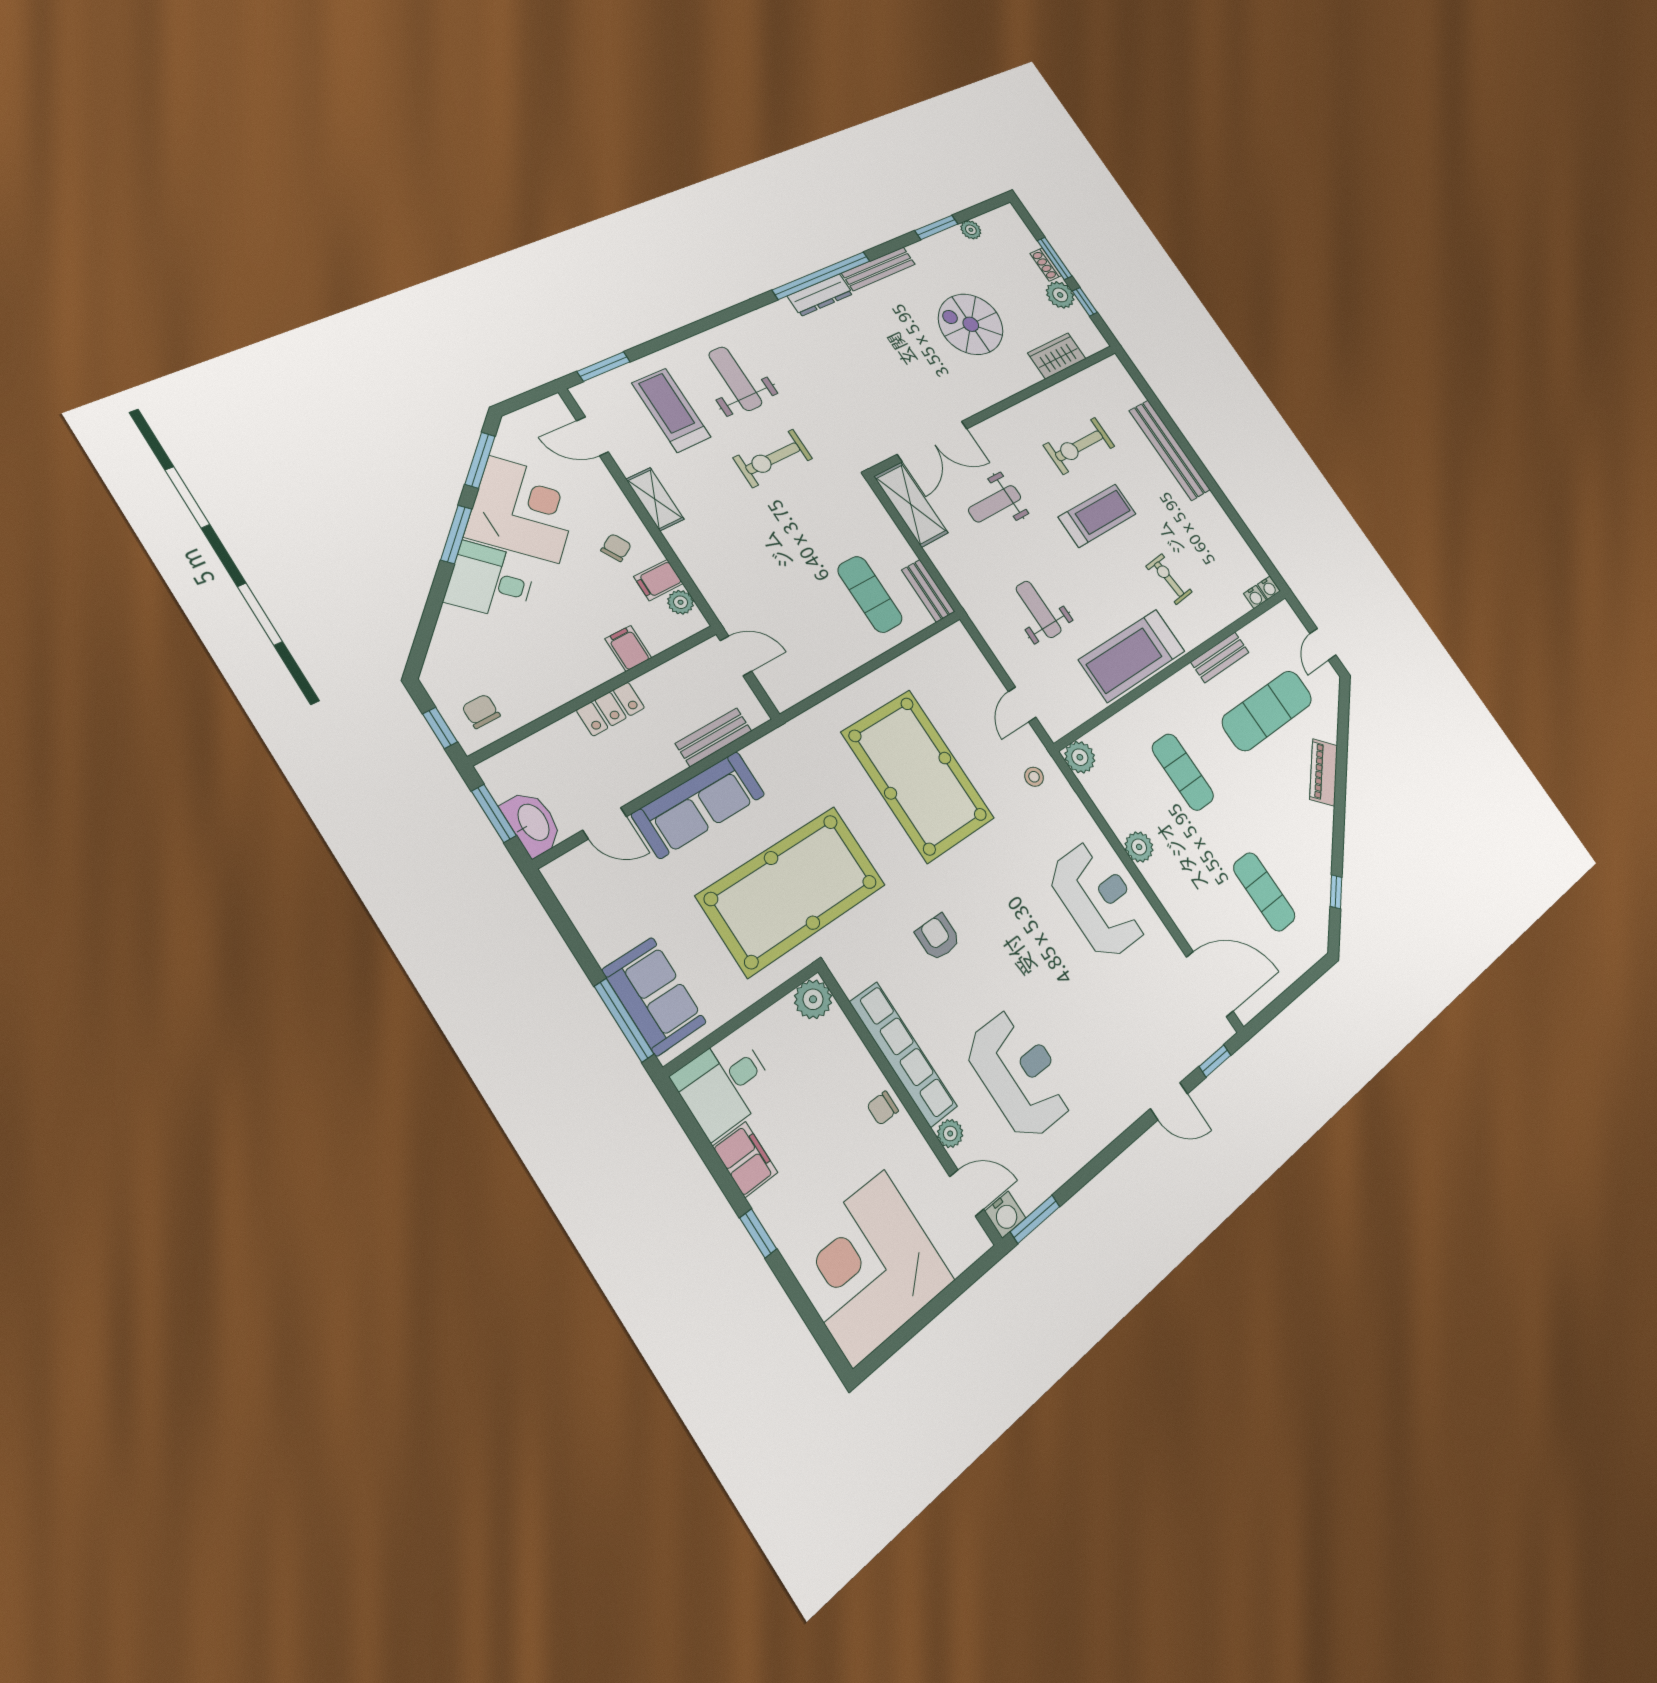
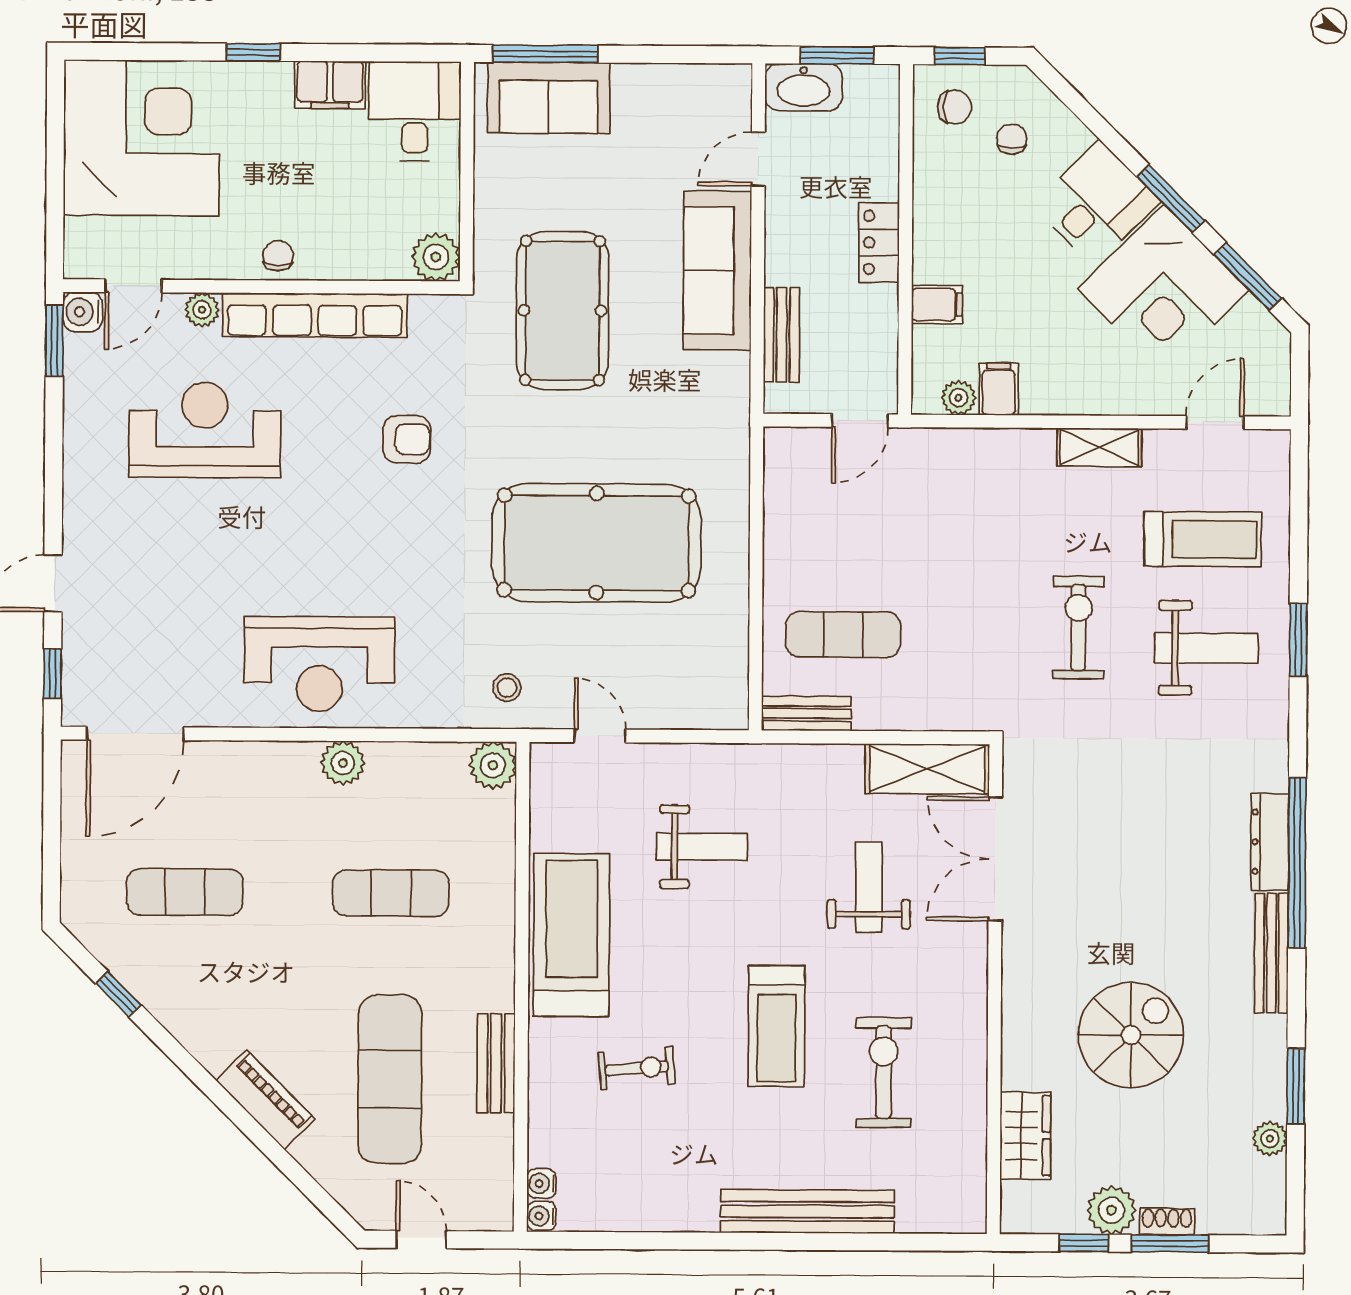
window: (604, 367) -> (1298, 640), moved
chair: (616, 548) -> (1012, 139), moved, turned -150
pool table: (792, 890) -> (563, 310), width x0.73, depth x0.76
reception desk: (1020, 1074) -> (205, 430), turned 180

